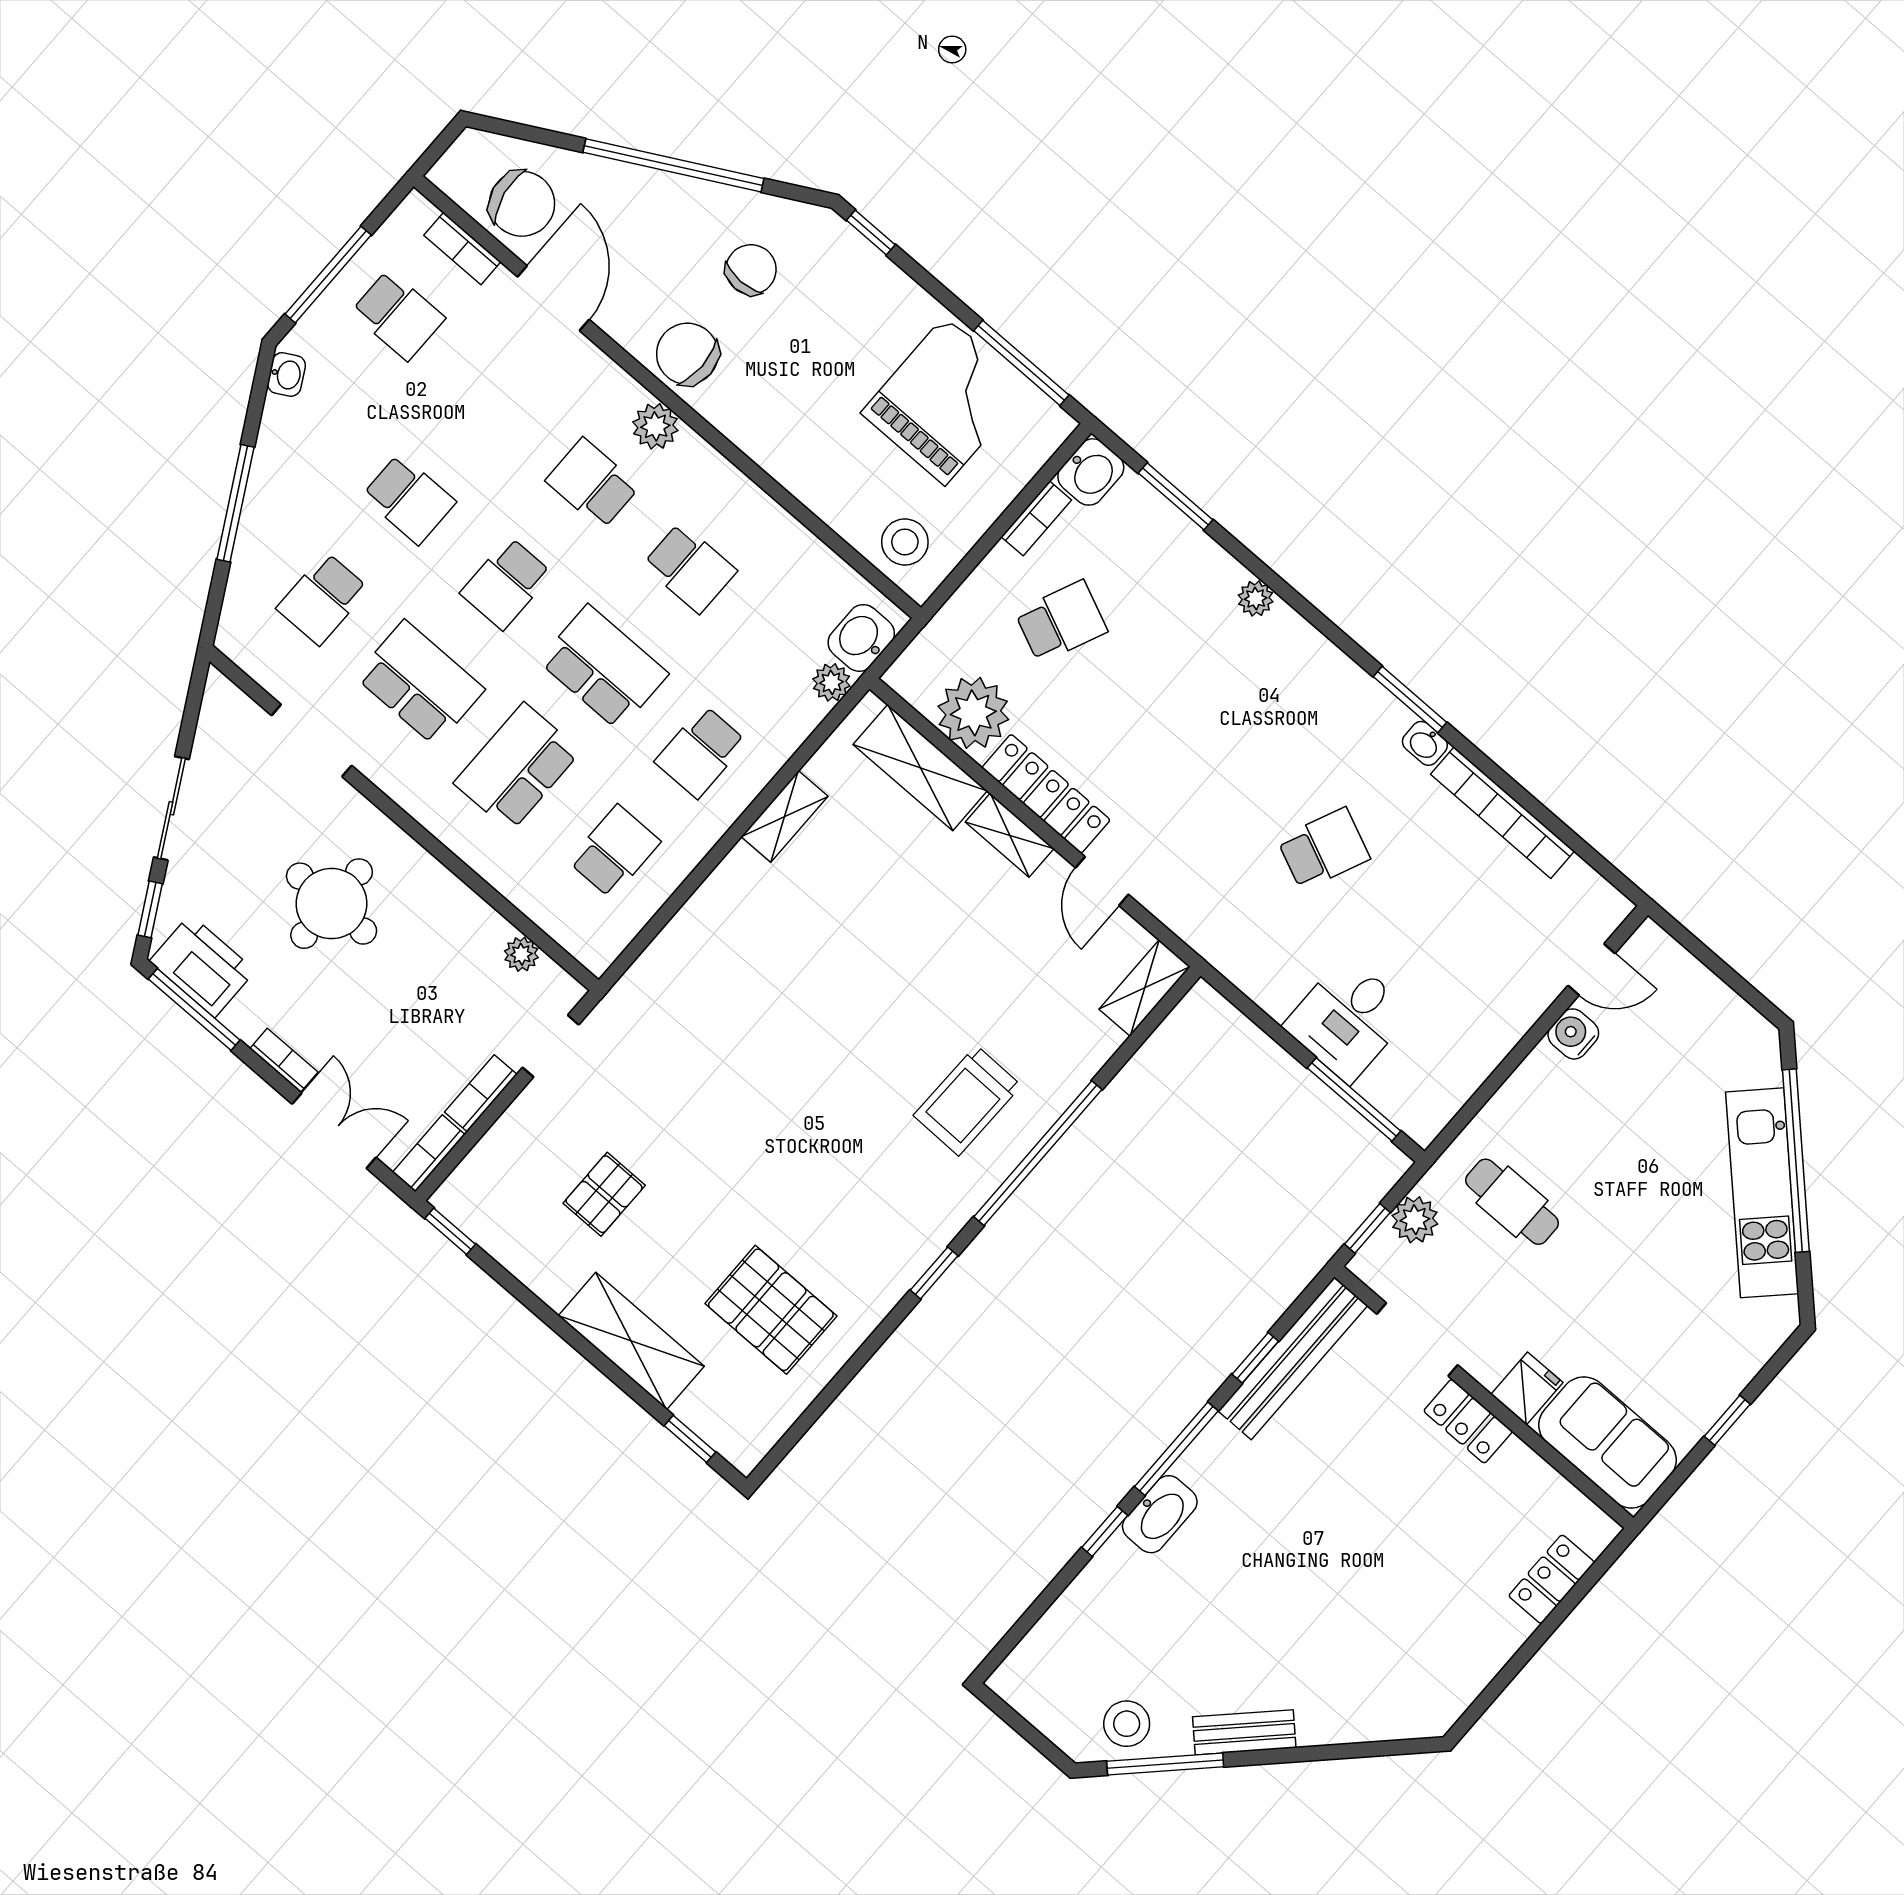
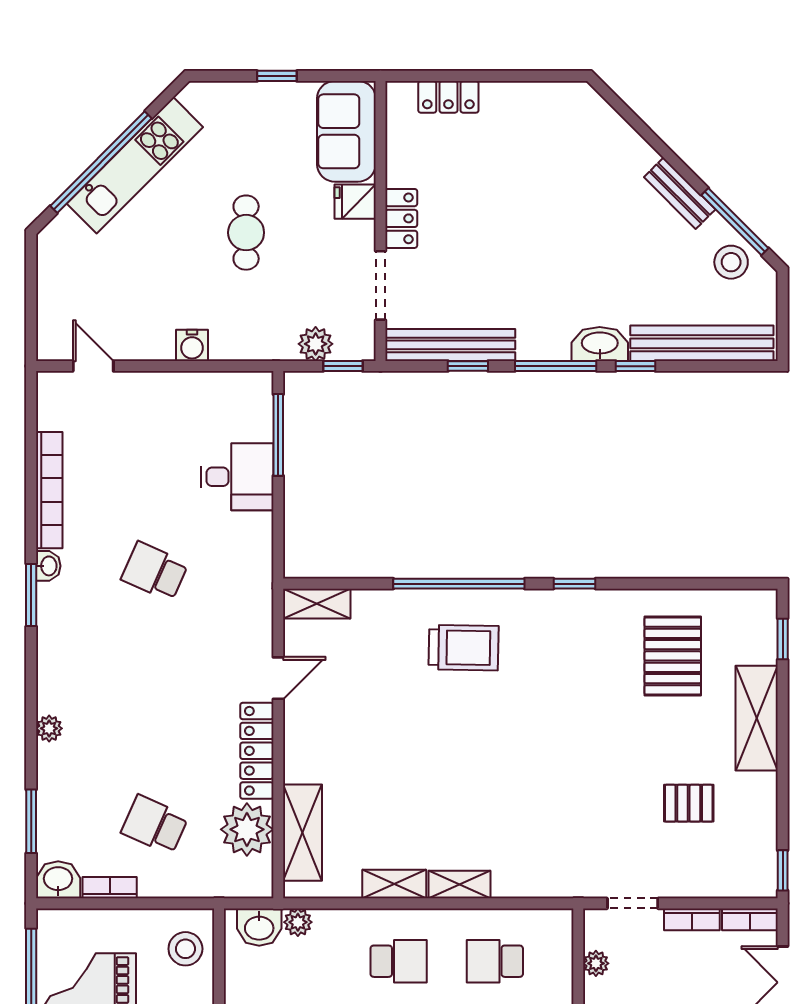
shelving: (1010, 835) -> (460, 885), moved, turned 90
water cooler: (1573, 1034) -> (192, 345), moved
cafe table: (1512, 1202) -> (246, 233), moved
bench: (1069, 1621) -> (702, 343), added

